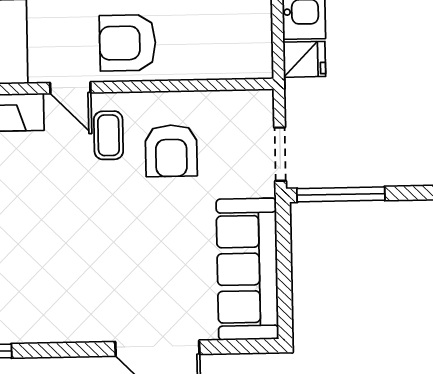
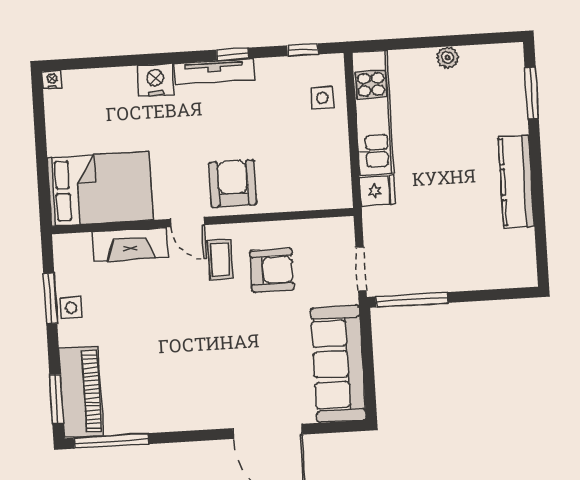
armchair: (128, 43) -> (233, 184), turned 90
armchair: (171, 151) -> (272, 270), turned -90

